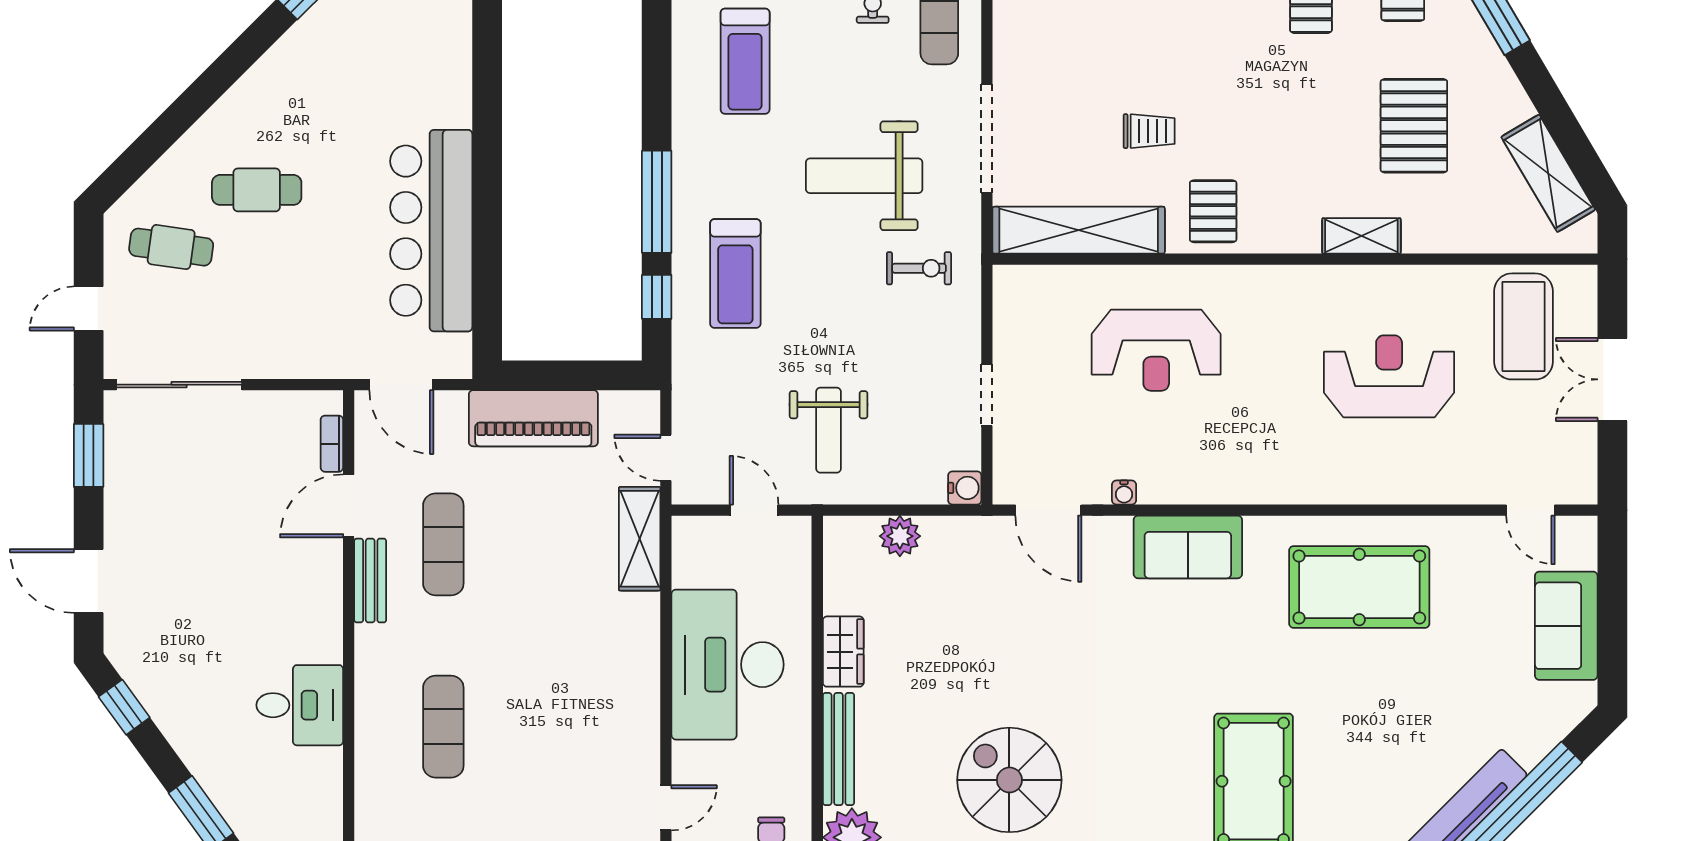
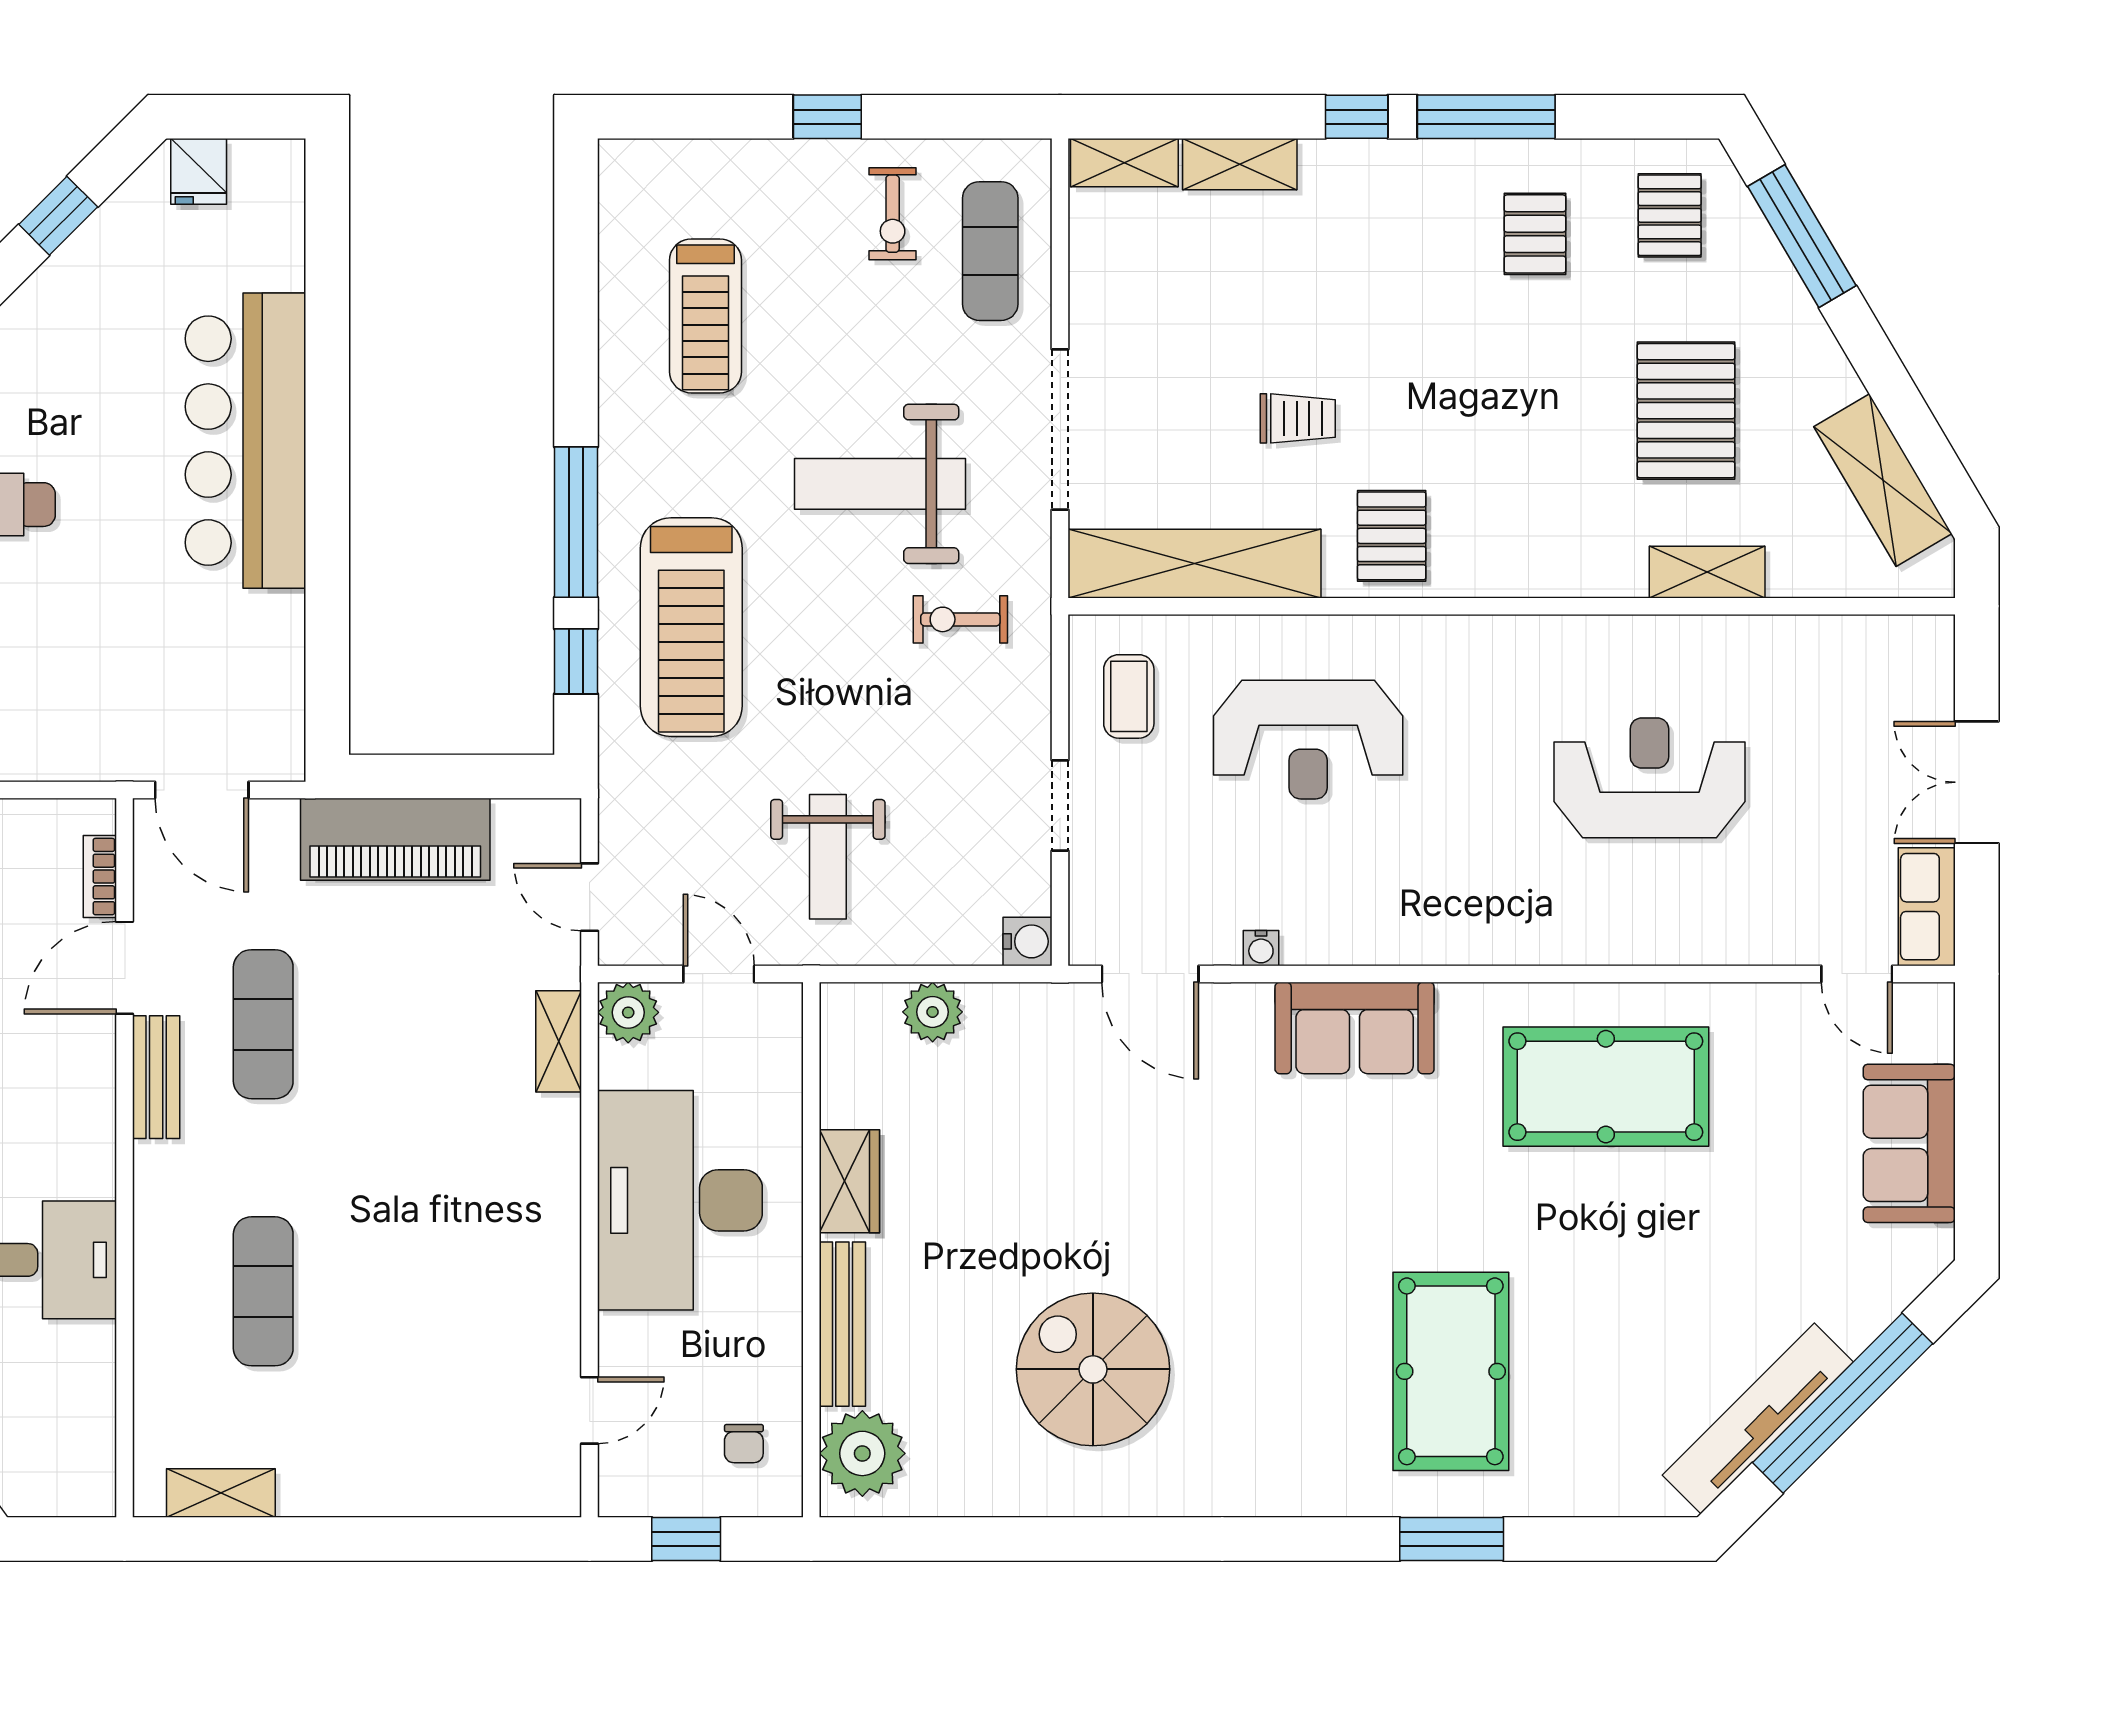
bar counter: (431, 231) -> (245, 441), moved
shelving: (1361, 236) -> (1707, 572), moved
exercise bike: (919, 268) -> (960, 619), turned 180
treadmill: (735, 273) -> (691, 627), width x1.37, depth x1.38
coffee table: (1524, 326) -> (1129, 696), moved, width x0.54, depth x0.58
row of seats: (1578, 464) -> (1927, 907), added
plant: (692, 536) -> (628, 1012), added
shelving: (640, 539) -> (559, 1041), width x0.67, depth x0.75

